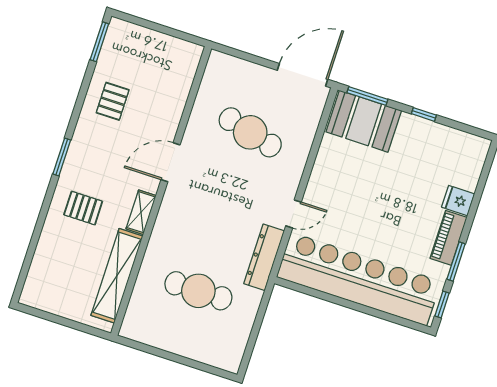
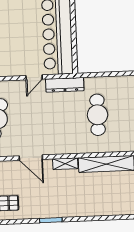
pallet: (83, 208) -> (75, 197), removed
door: (293, 214) -> (34, 77), swing flipped

